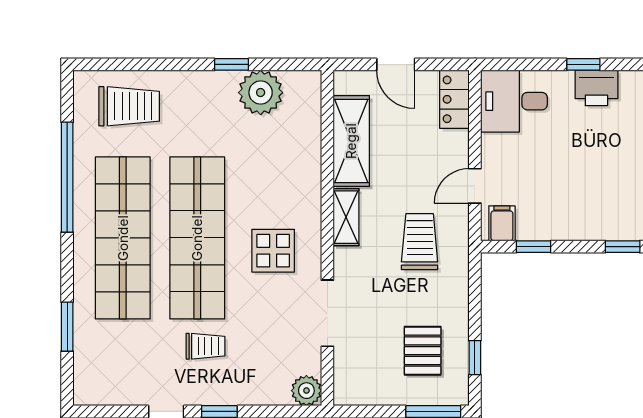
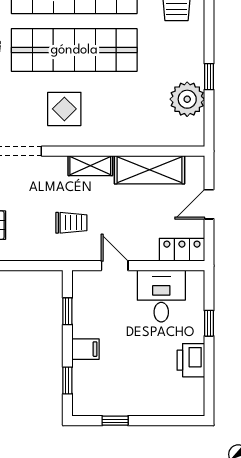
window: (583, 64) -> (209, 323), moved
desk: (514, 101) -> (161, 296), moved
filing cabinet: (502, 223) -> (86, 349), moved
trolley: (420, 242) -> (71, 223), width x0.73, depth x0.72

